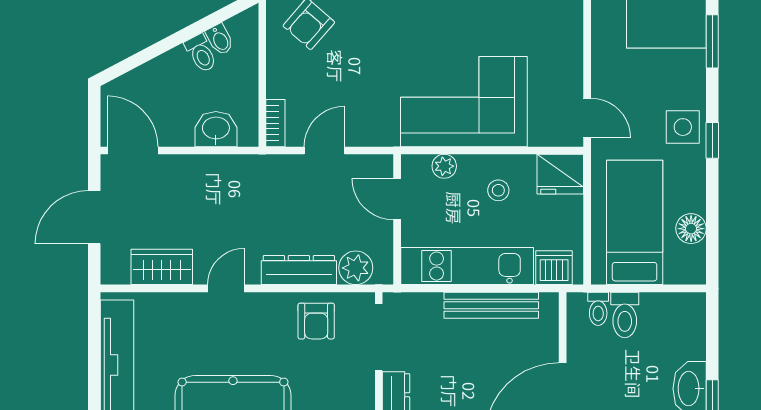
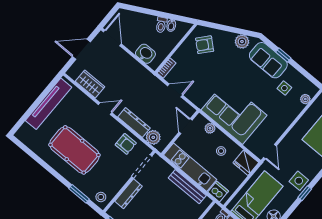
armchair: (316, 321) -> (126, 144), turned -90

